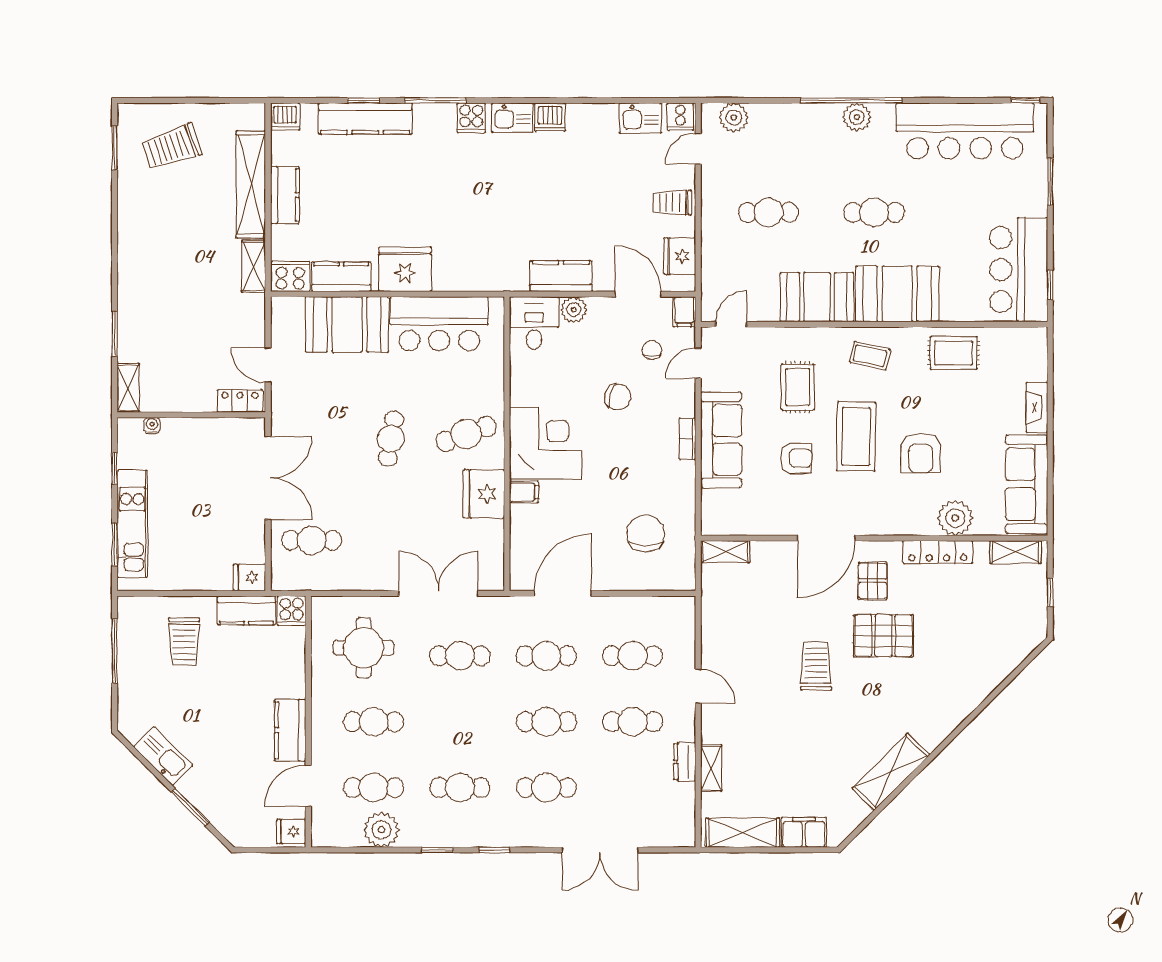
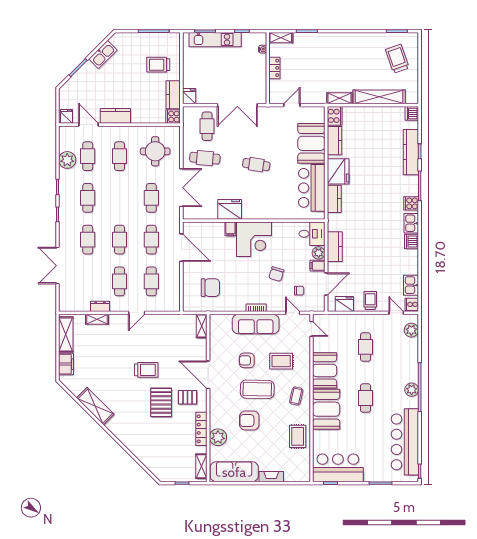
kitchen counter: (285, 195) -> (334, 199), moved, turned -90
filing cabinet: (684, 312) -> (318, 266), moved
locker: (240, 401) -> (274, 68), moved
cafe table: (466, 434) -> (205, 158), moved, turned -65
armchair: (796, 458) -> (247, 360), turned 90

